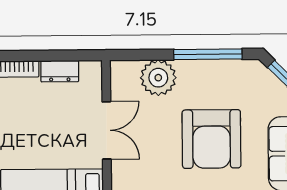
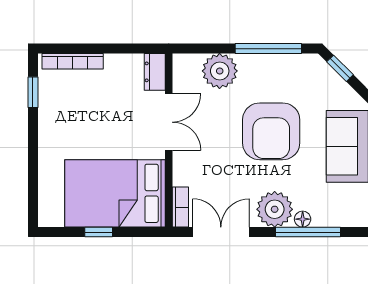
dresser: (60, 71) -> (155, 72), moved, turned 90

